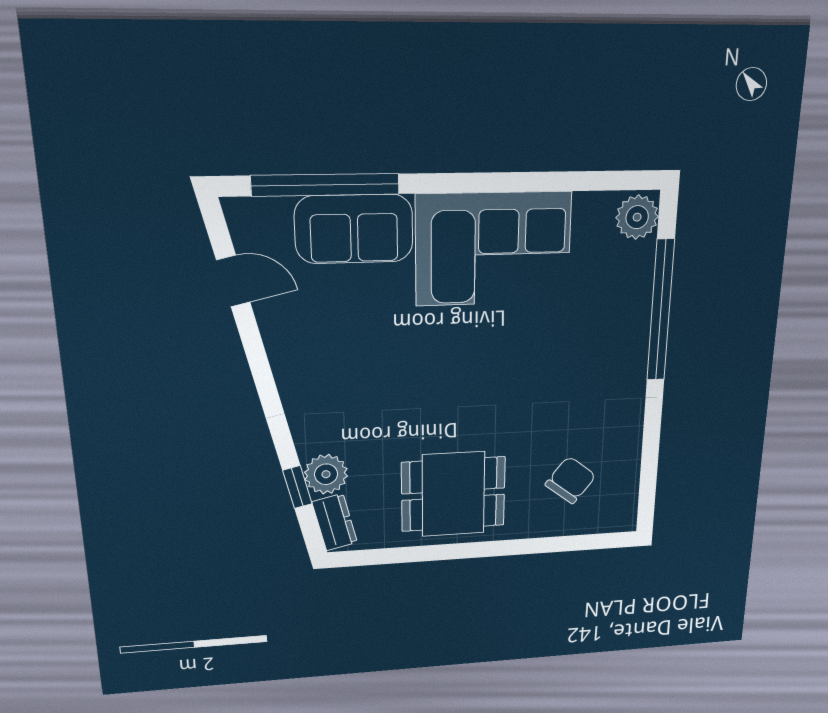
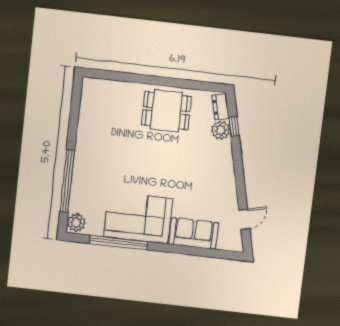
window: (326, 185) -> (118, 242), moved
door: (233, 281) -> (244, 219), swing flipped
chair: (571, 480) -> (112, 108), removed

